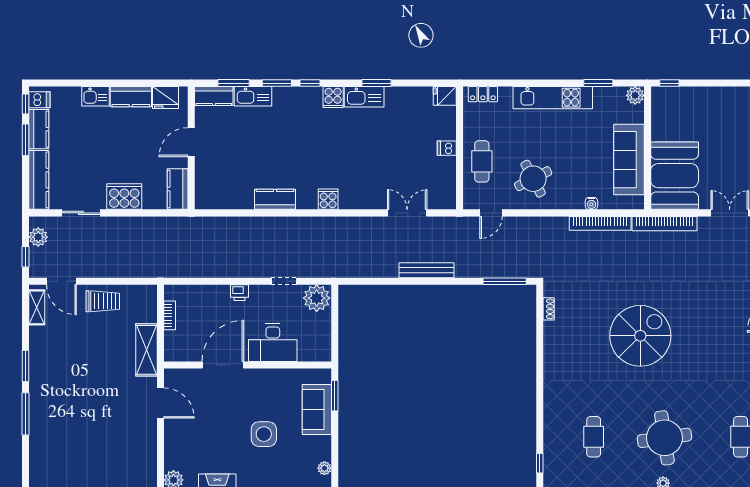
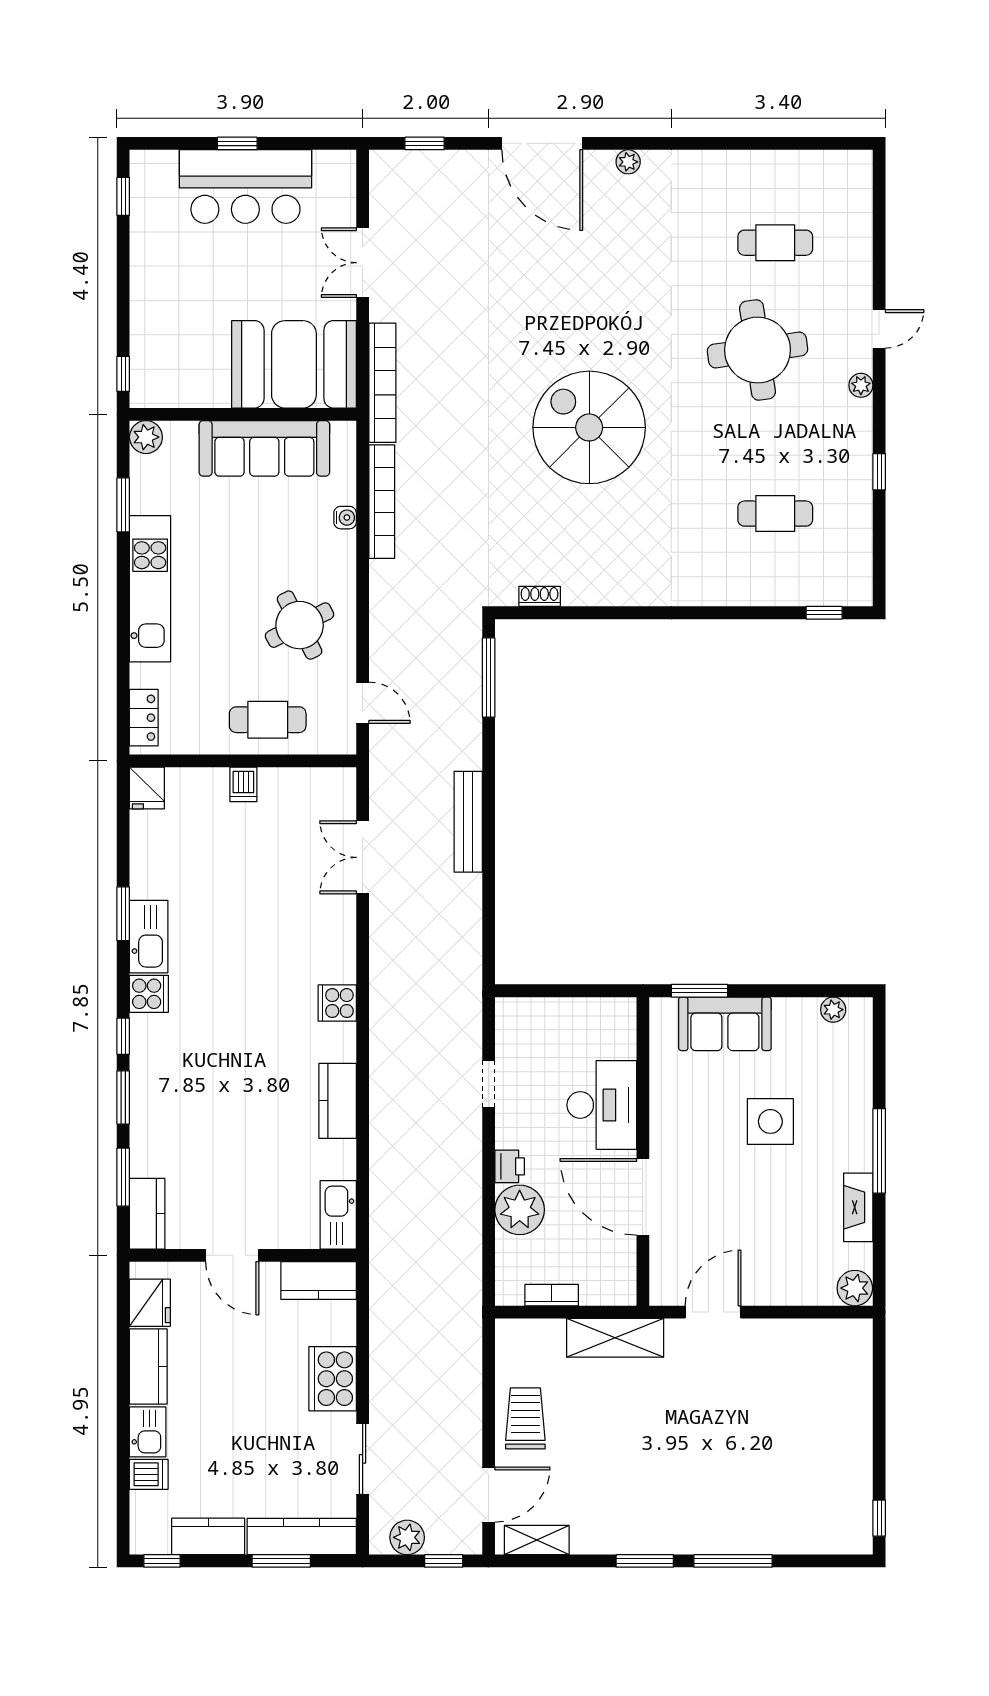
kitchen sink: (253, 96) -> (338, 1215), moved, turned 180
dishwasher: (39, 100) -> (149, 1474), moved, turned 90
window: (25, 140) -> (281, 1561), moved
plant: (317, 298) -> (520, 1210), moved
round table: (664, 438) -> (758, 350), moved

